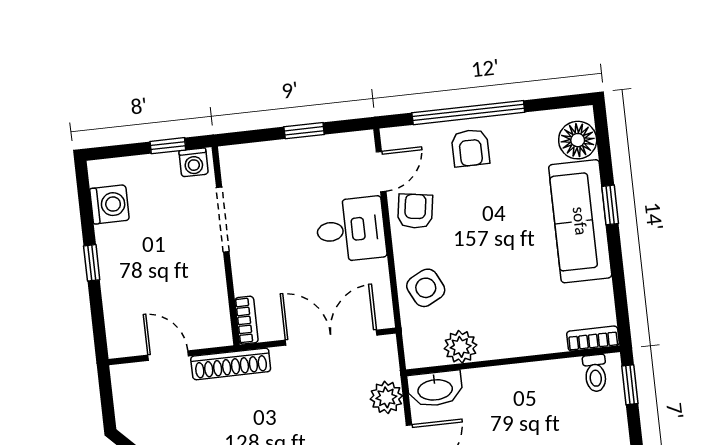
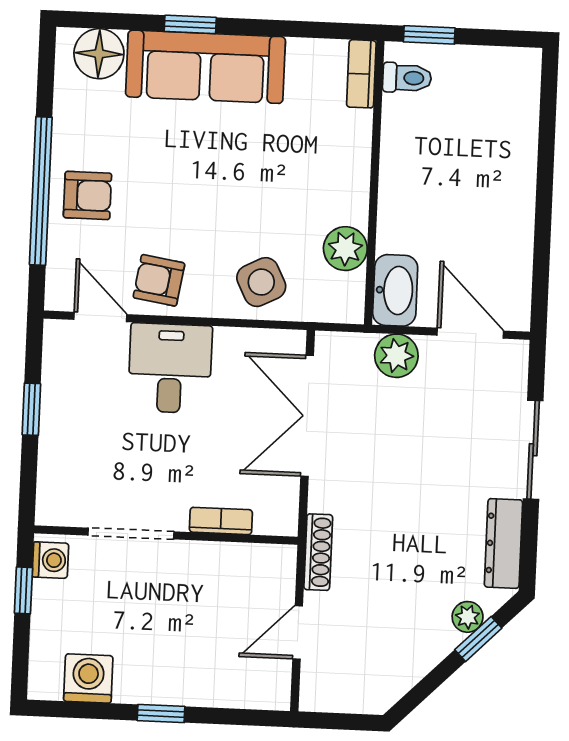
bookcase: (246, 320) -> (221, 521), moved
shoe rack: (231, 364) -> (318, 552), width x0.74, depth x0.81

